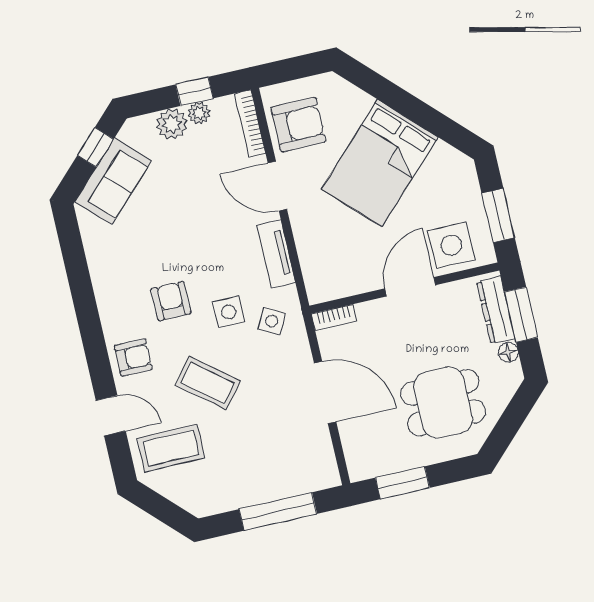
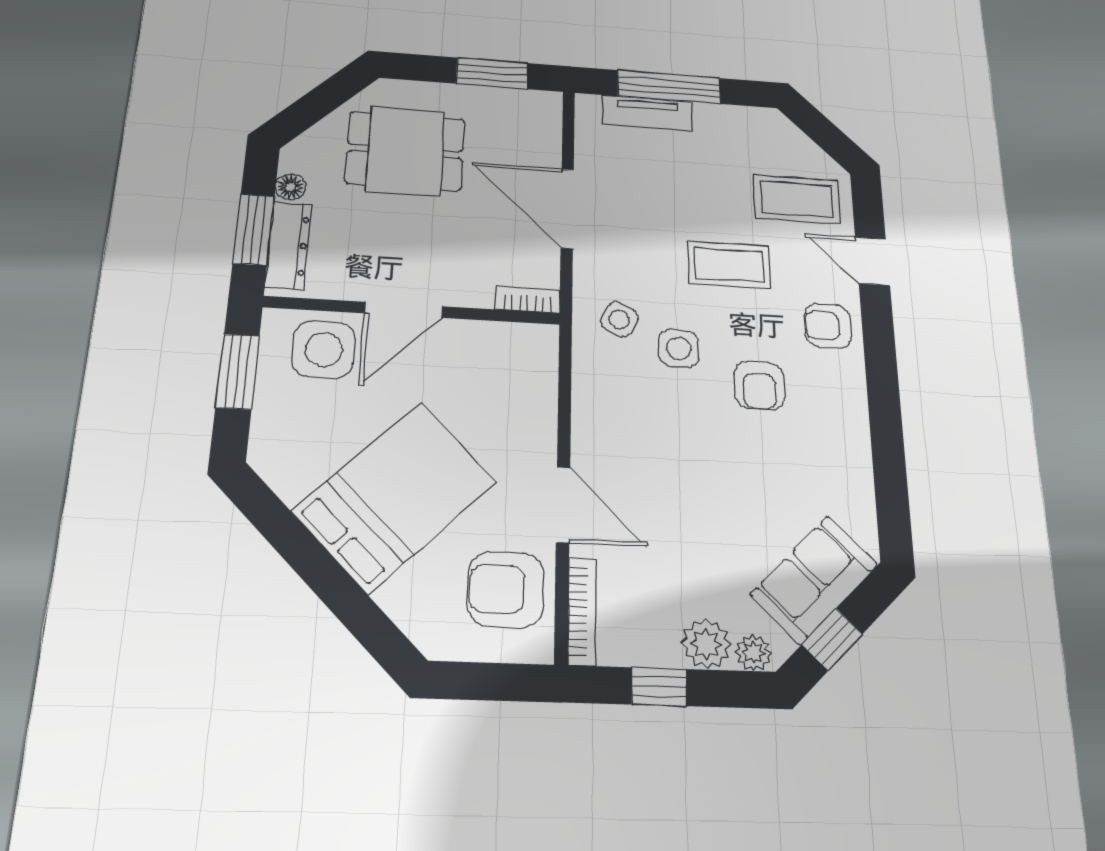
plant: (199, 113) -> (753, 653), moved
tv unit: (276, 254) -> (648, 113), moved, turned 90
coffee table: (208, 383) -> (729, 265), turned -39

